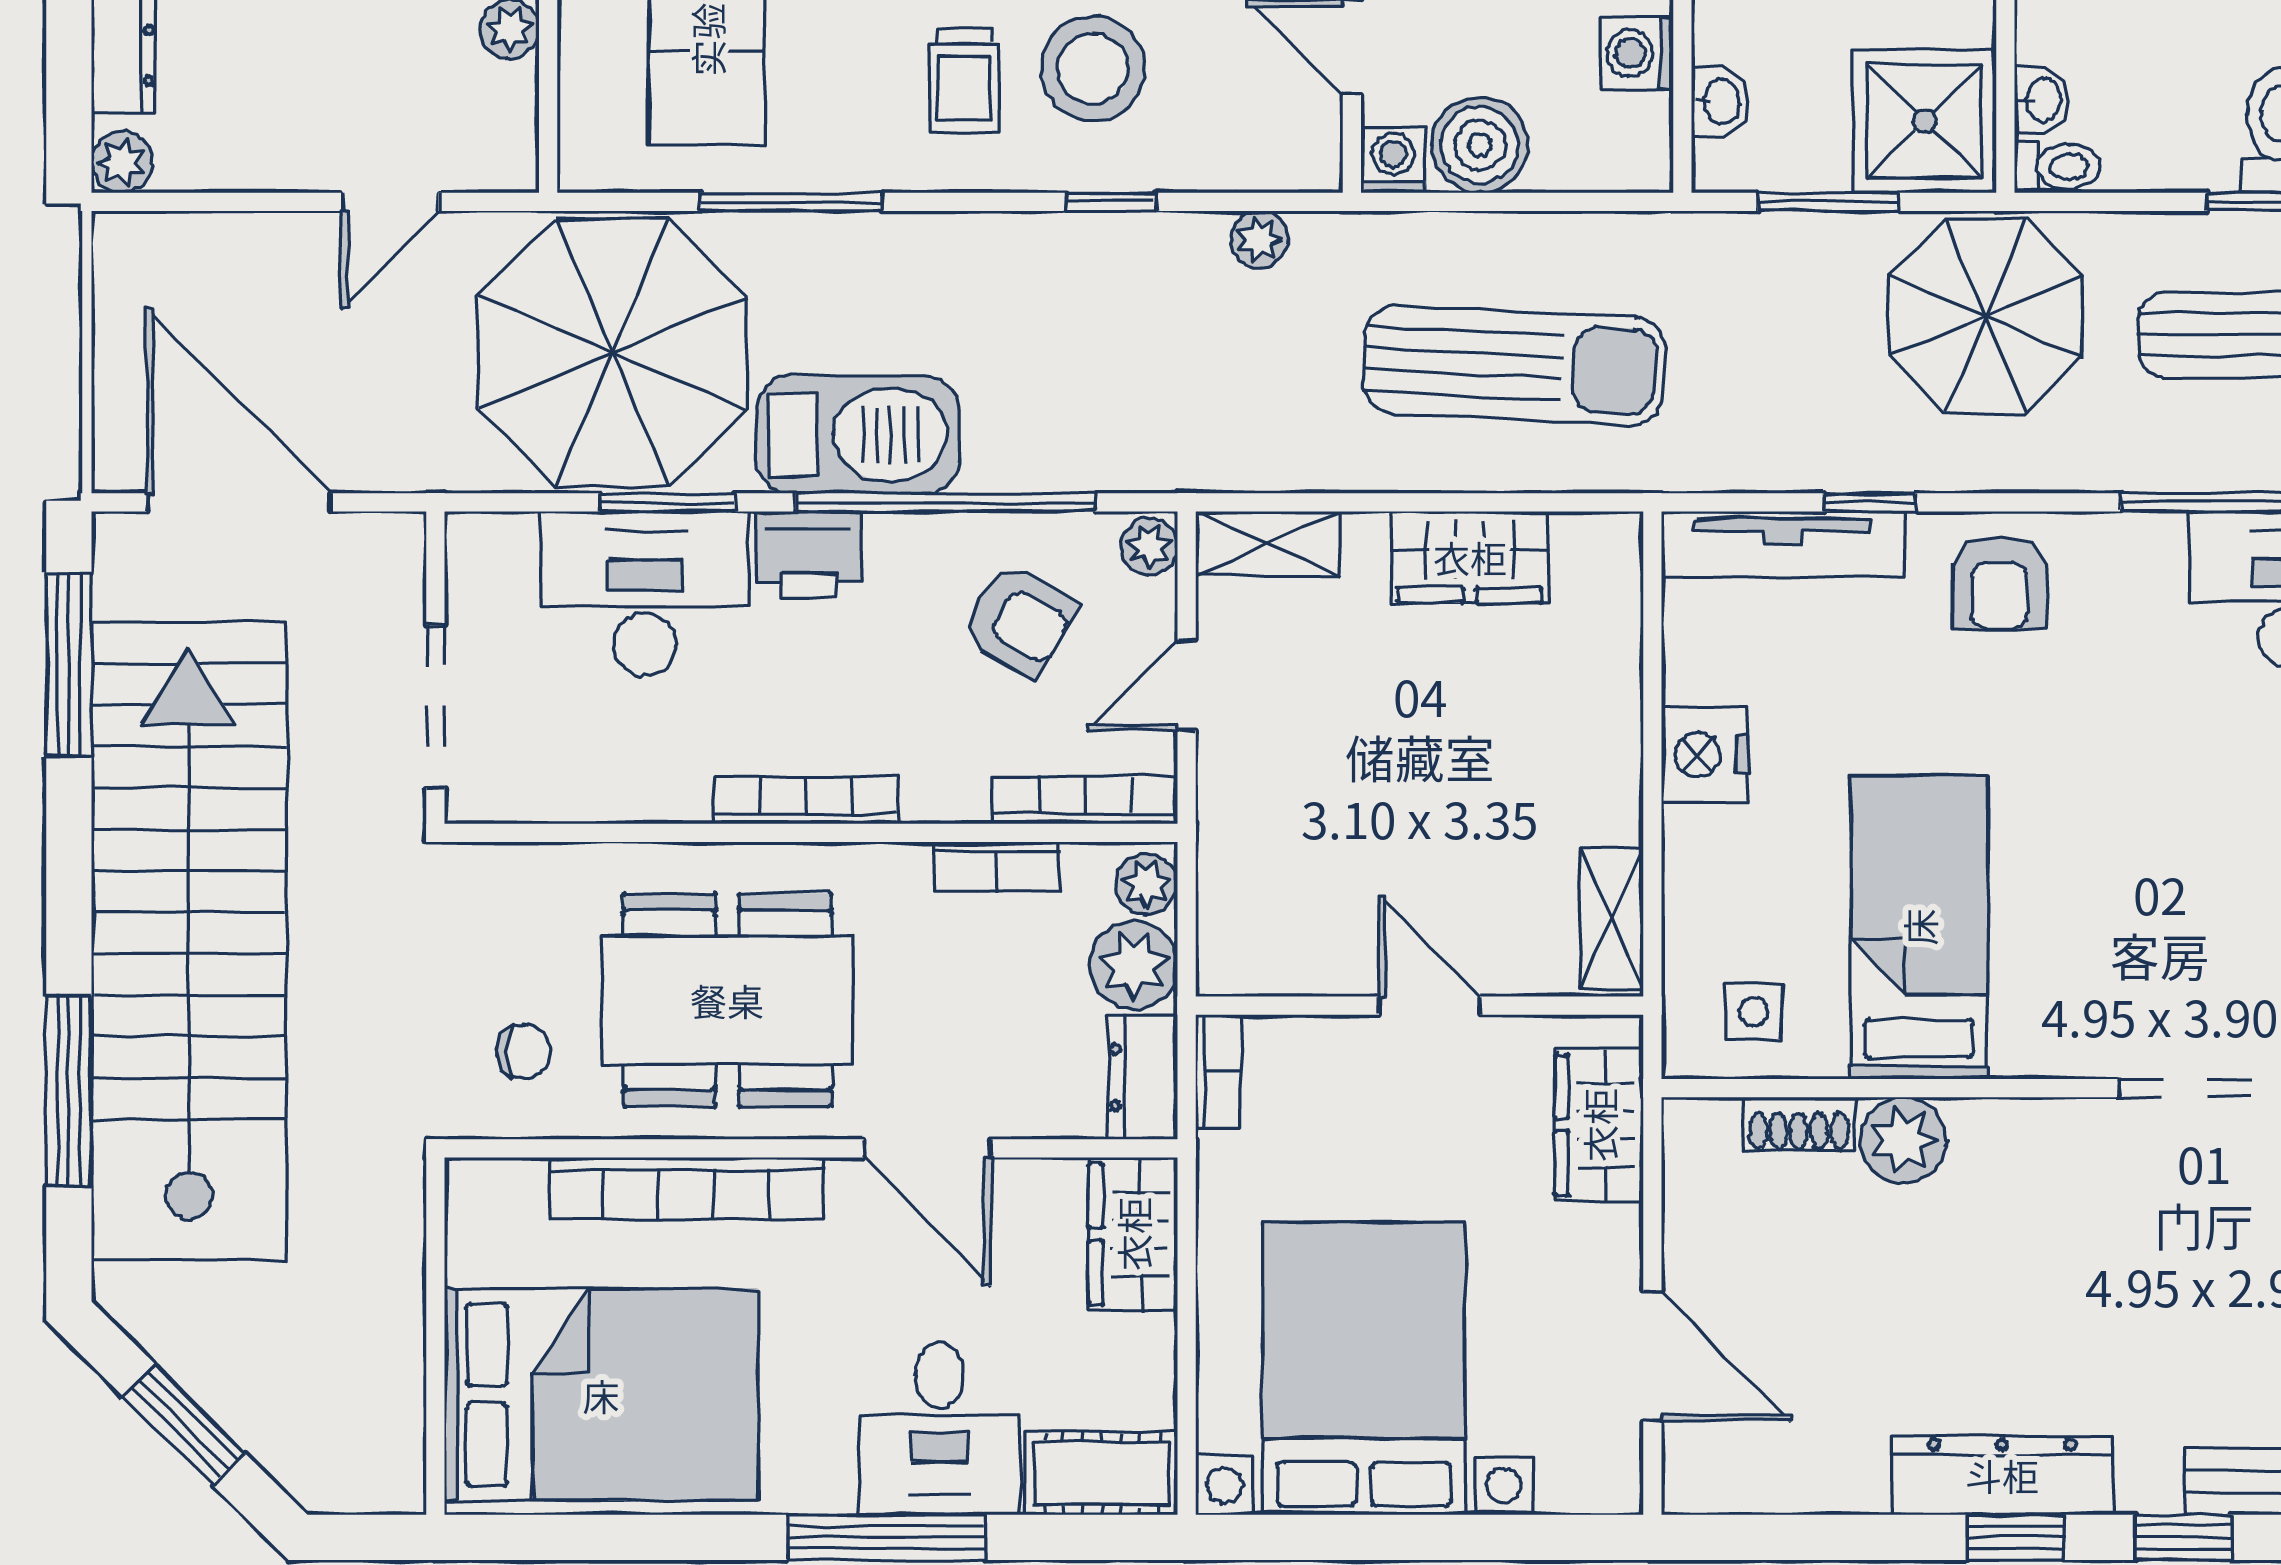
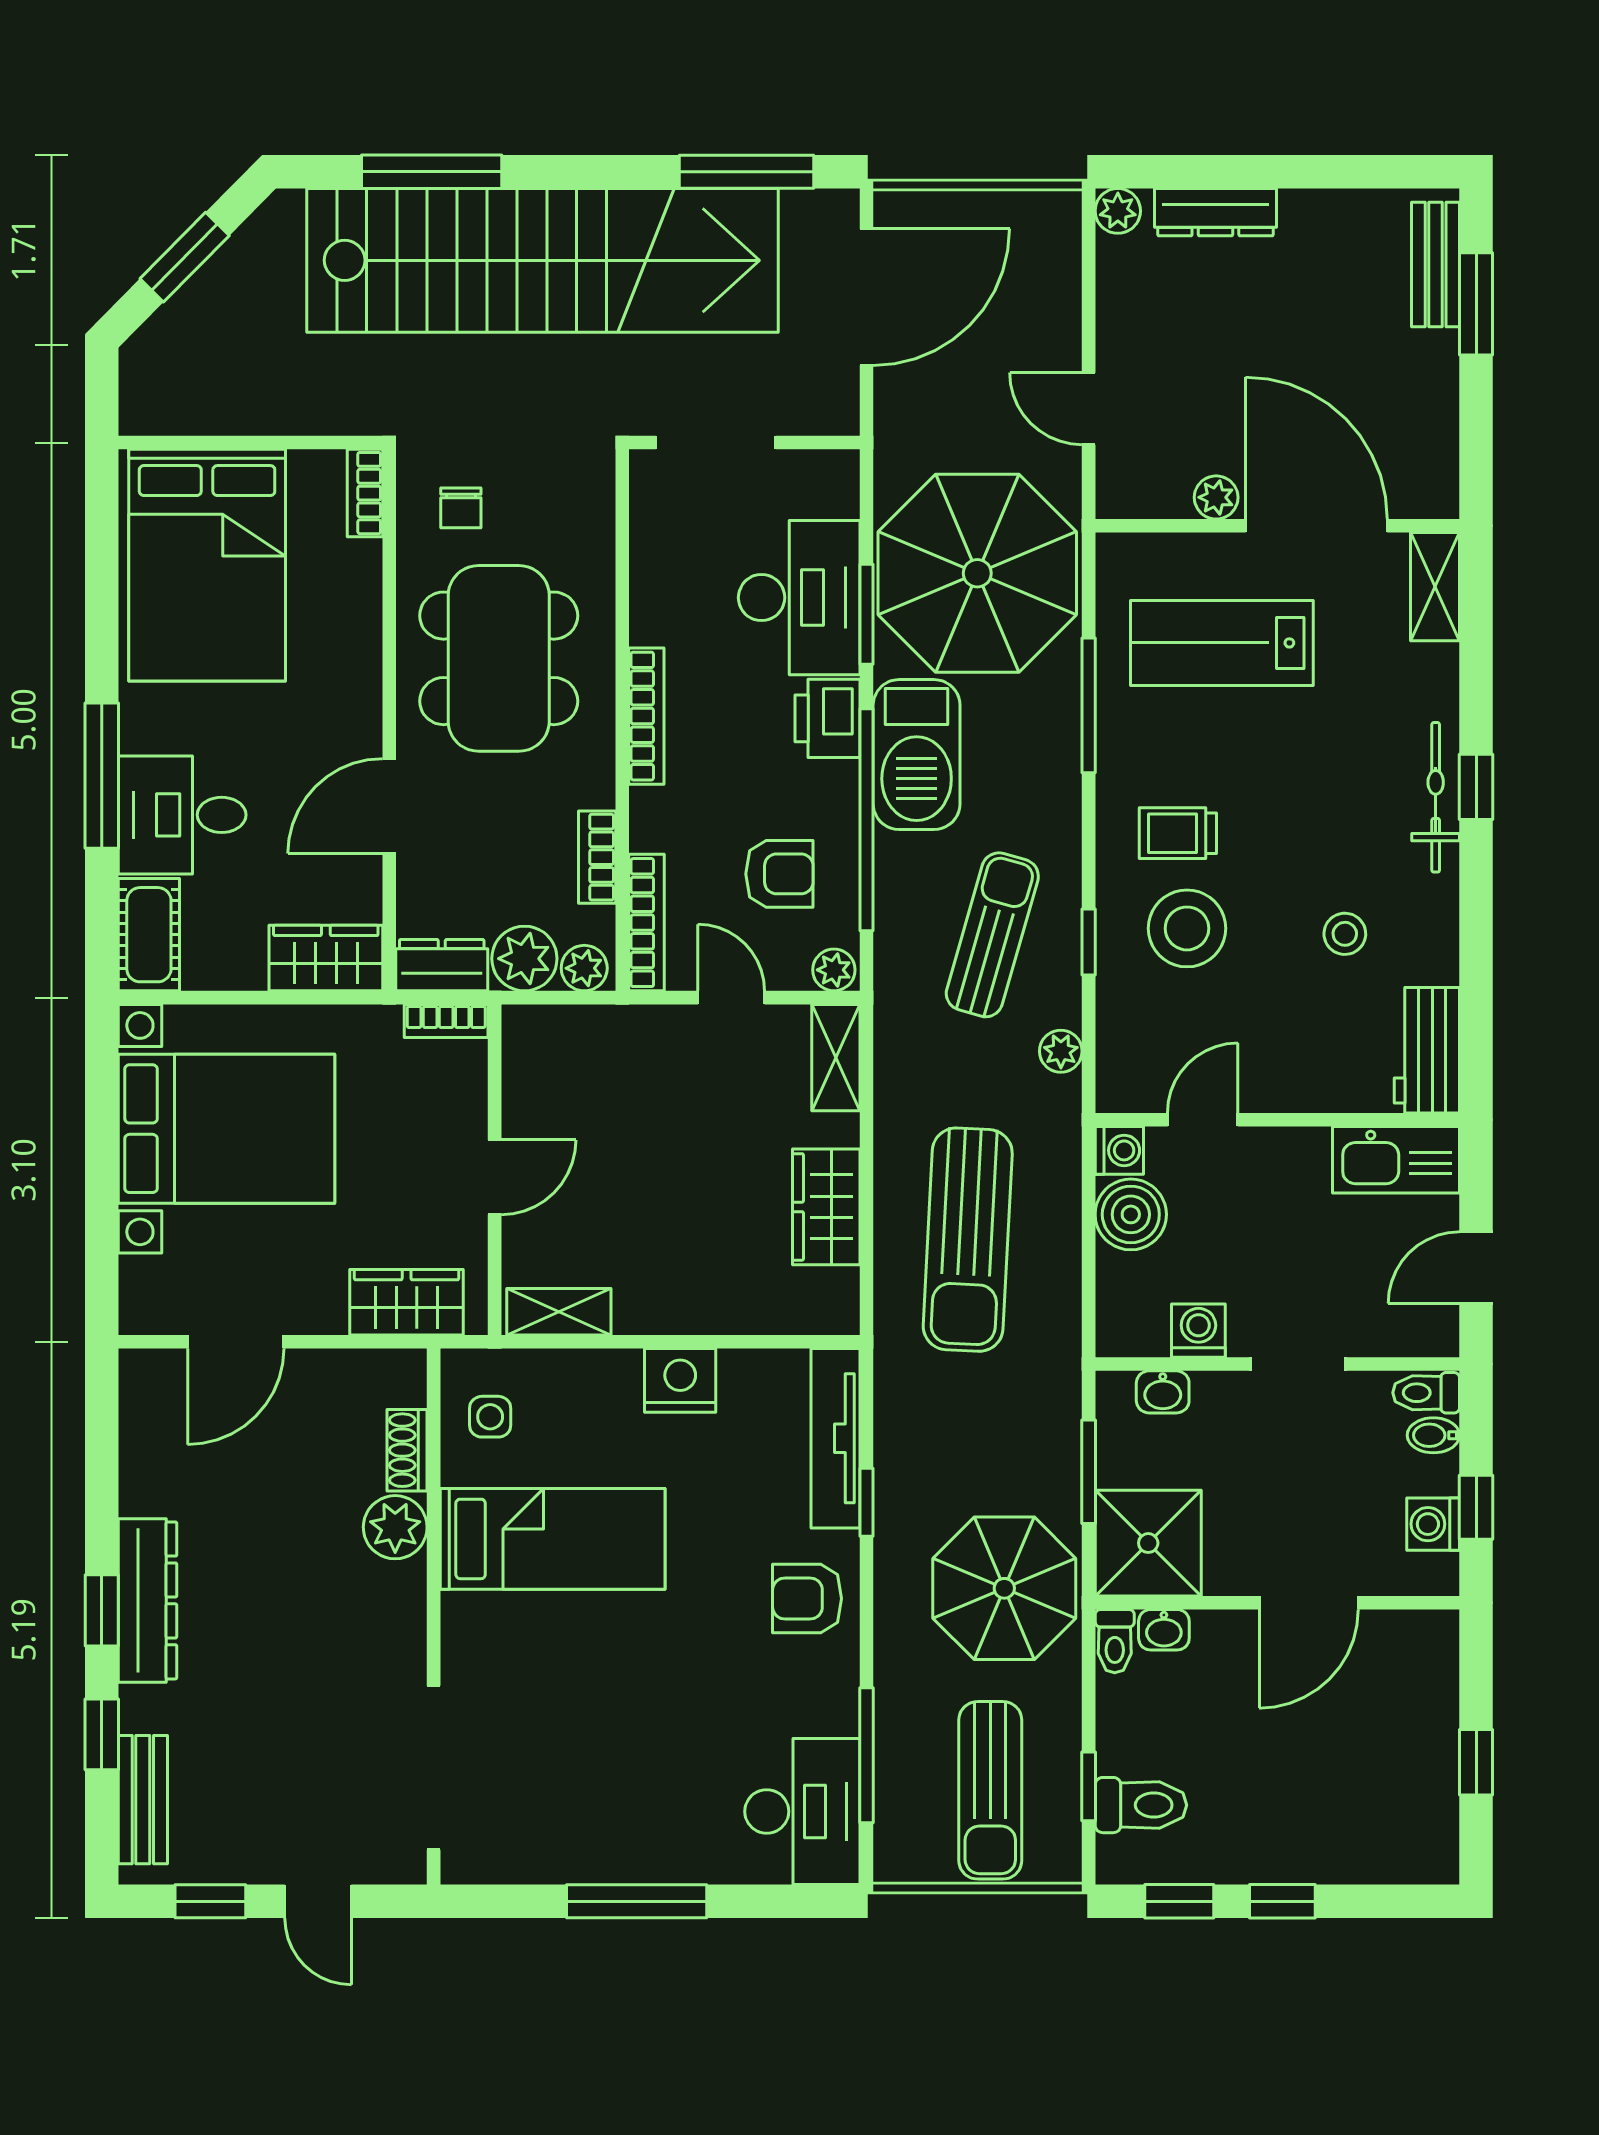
sun lounger: (1102, 332) -> (992, 935), added
armchair: (1019, 620) -> (779, 874), turned -120
bookcase: (686, 1188) -> (365, 493), moved, width x0.43, depth x0.76

